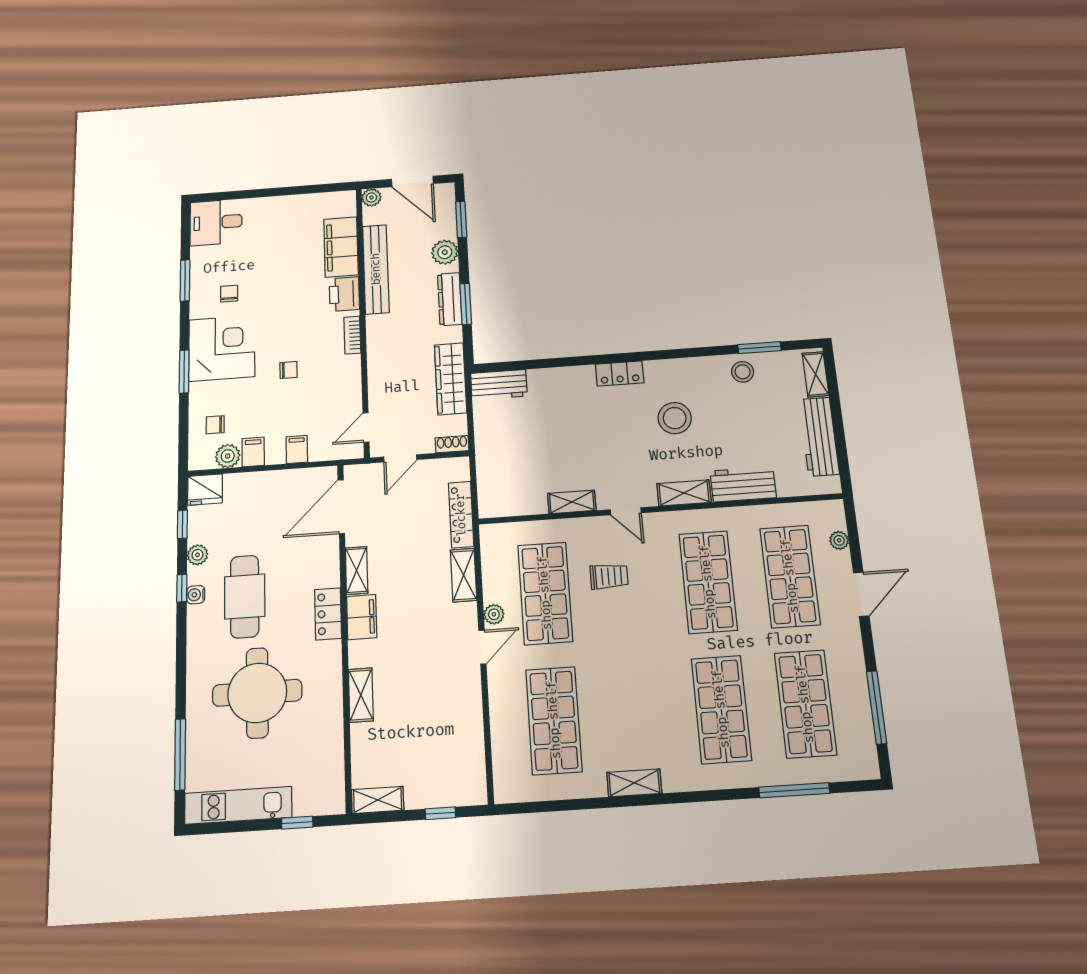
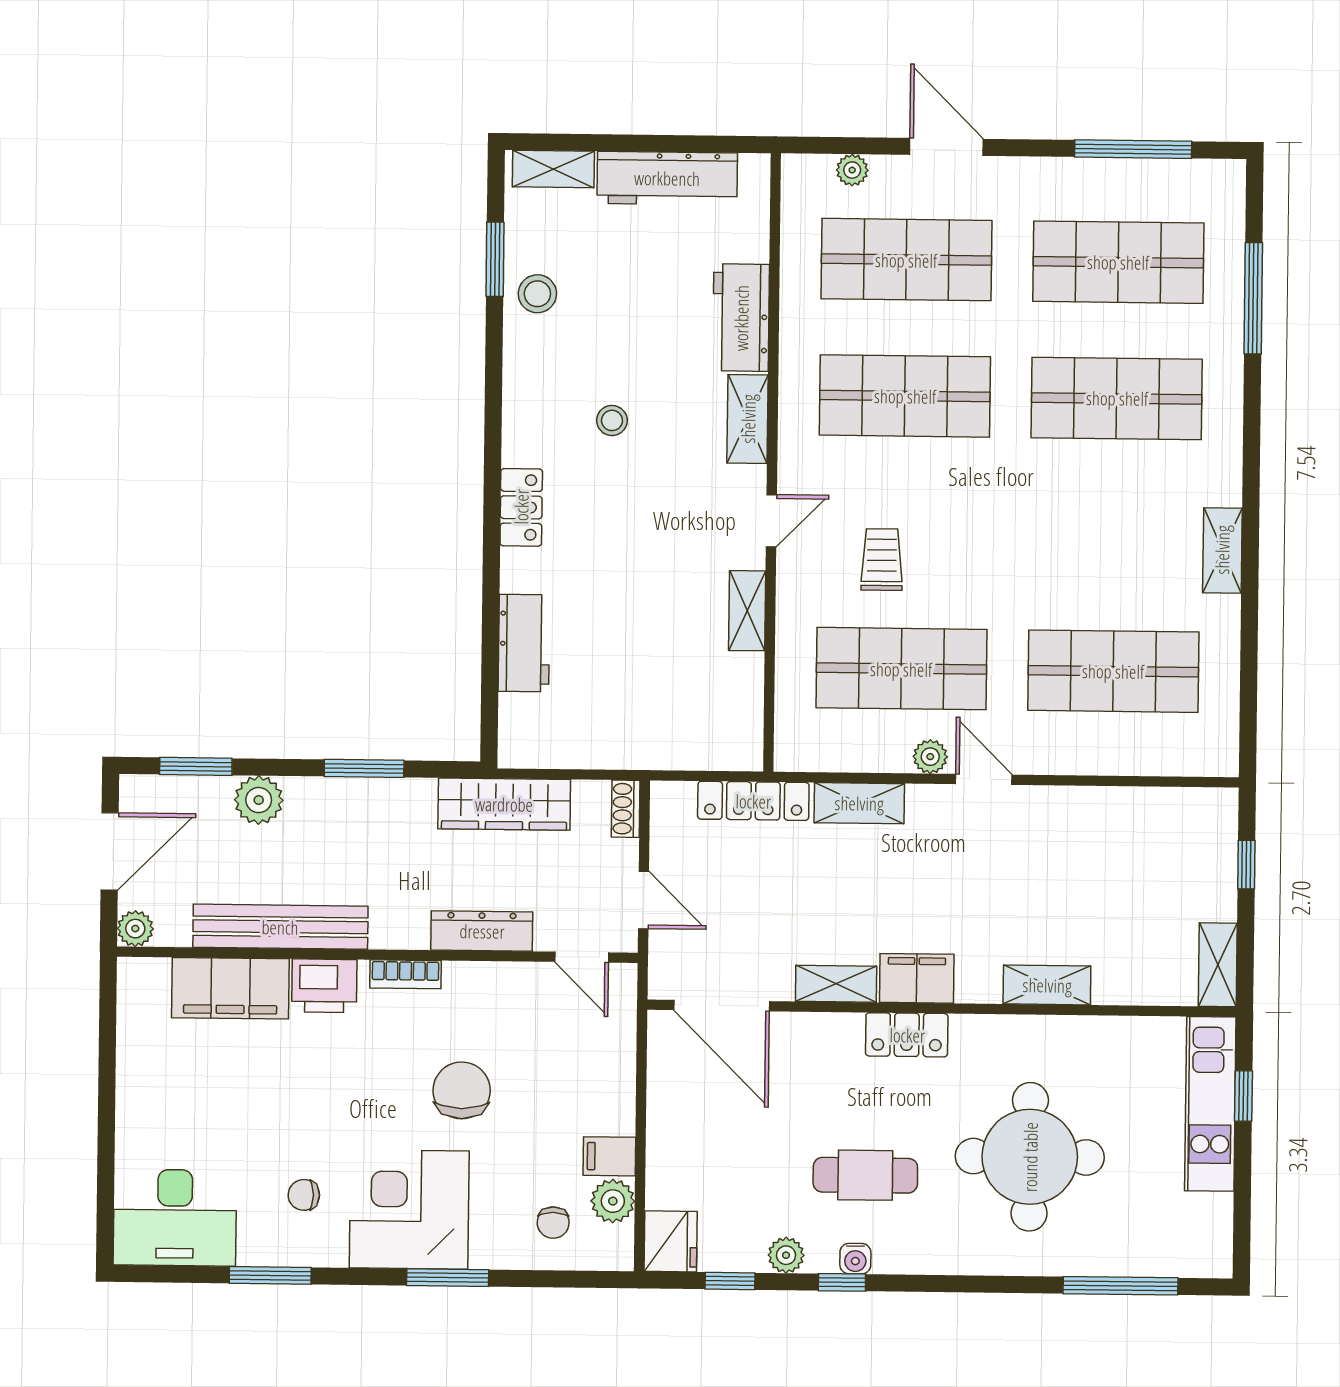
desk: (216, 222) -> (175, 1218), width x1.37
dresser: (450, 299) -> (482, 931), moved, turned 180
chair: (289, 370) -> (462, 1090), width x1.87, depth x1.87
workbench: (499, 385) -> (524, 643), moved
stool: (675, 418) -> (612, 420), width x0.53, depth x0.53
filing cabinet: (297, 449) -> (612, 1080), removed
cafe table: (245, 597) -> (865, 1175), width x0.73, depth x0.74
kitchen unit: (238, 805) -> (1210, 1104), moved

